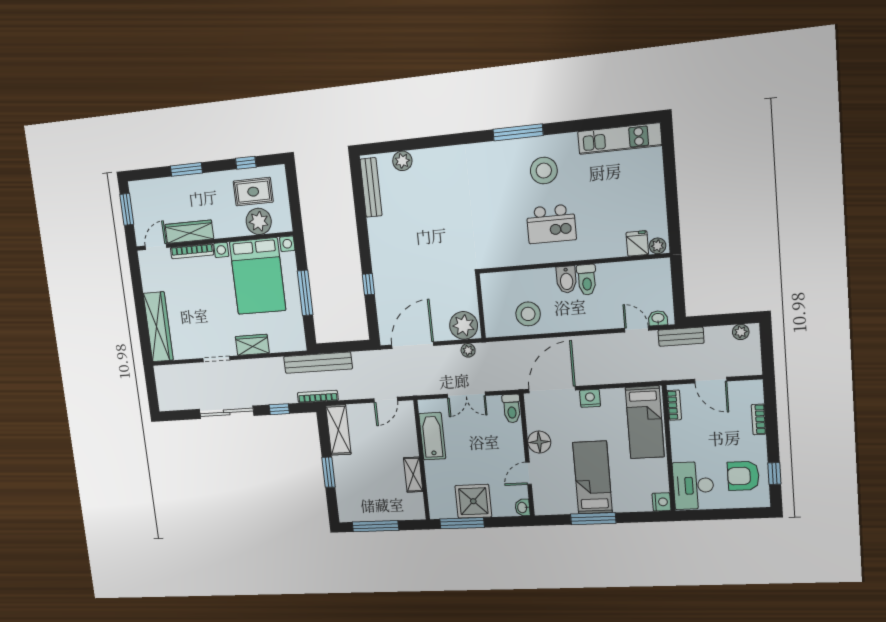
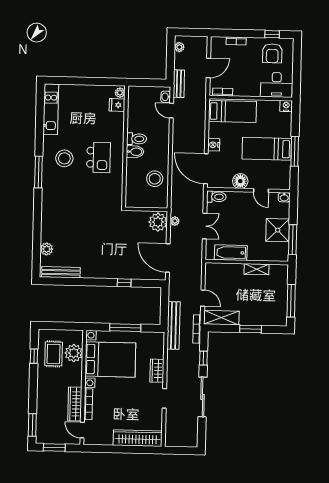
window: (186, 169) -> (32, 425), moved
door: (637, 329) -> (171, 111), hinge flipped
door: (386, 400) -> (203, 298), moved

